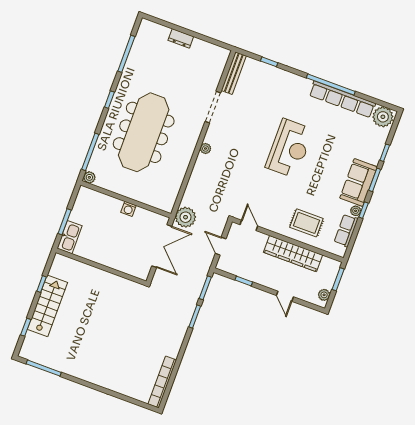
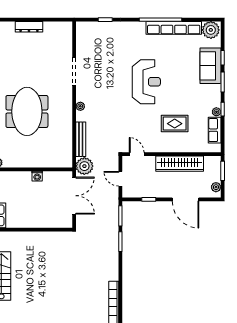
dresser: (181, 38) -> (29, 27), width x1.44
bench: (234, 73) -> (81, 139), moved
meeting table: (144, 132) -> (27, 111), width x0.73
sofa: (358, 182) -> (211, 66), moved
rug: (306, 223) -> (175, 124), moved
door: (285, 296) -> (186, 199), width x1.88

